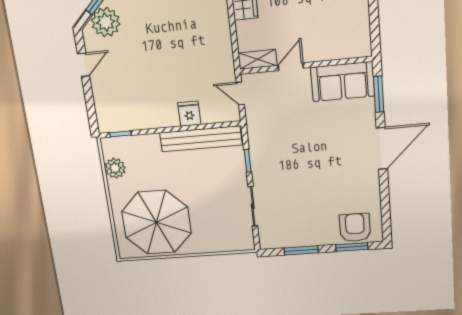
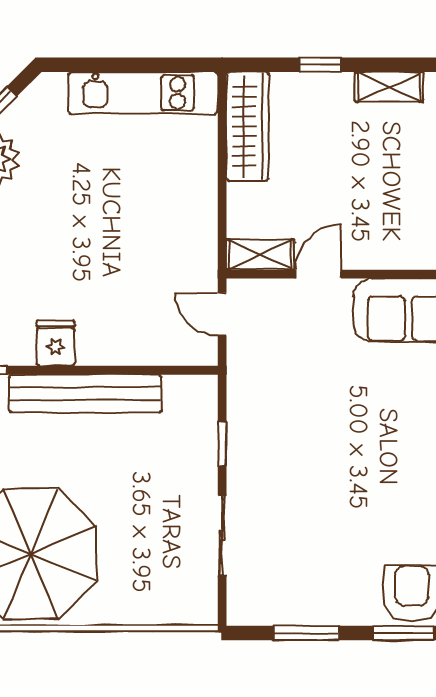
fridge: (189, 114) -> (56, 343), moved
bench: (201, 139) -> (85, 393), moved

